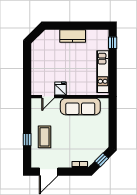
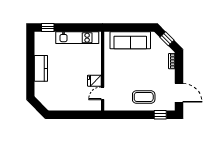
door: (48, 97) -> (103, 93), swing flipped
sofa: (80, 107) -> (130, 40), moved, turned 90
window: (27, 140) -> (160, 115), moved

